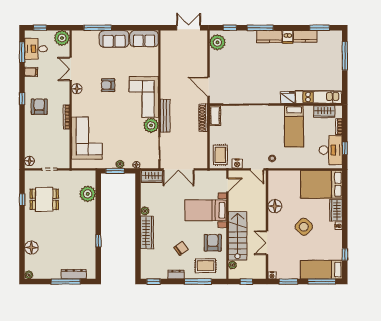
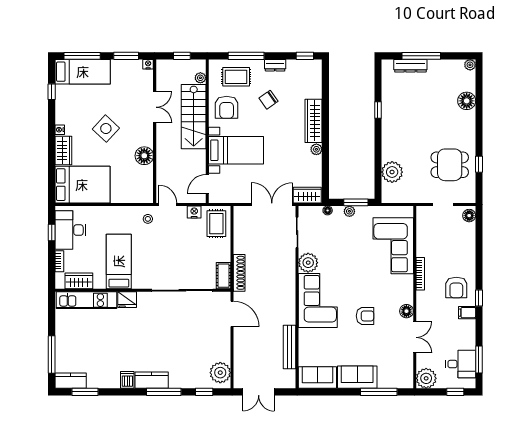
kitchen counter: (305, 36) -> (71, 381), moved
filing cabinet: (31, 72) -> (467, 313), moved
bench: (165, 116) -> (290, 347), moved

